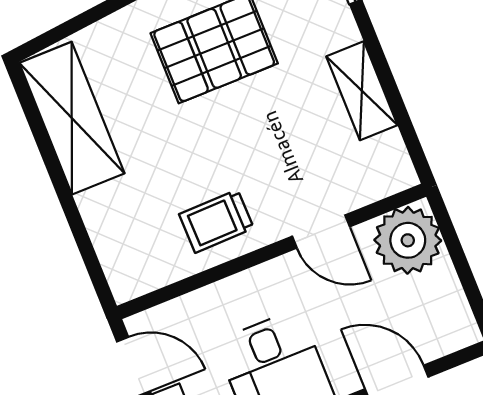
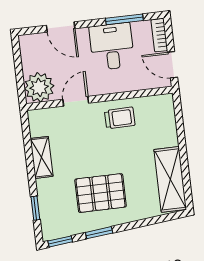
door: (321, 232) -> (76, 101), hinge flipped

